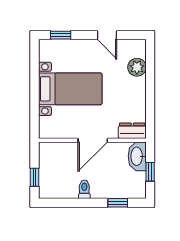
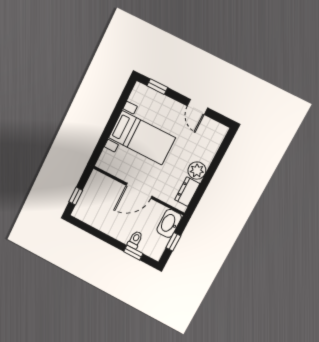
plant: (137, 67) -> (197, 171), moved
dresser: (132, 131) -> (187, 192), moved, turned -90
toilet: (84, 189) -> (135, 240), moved

